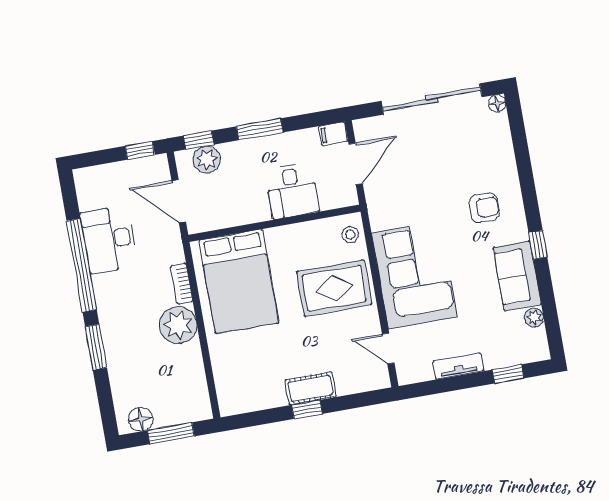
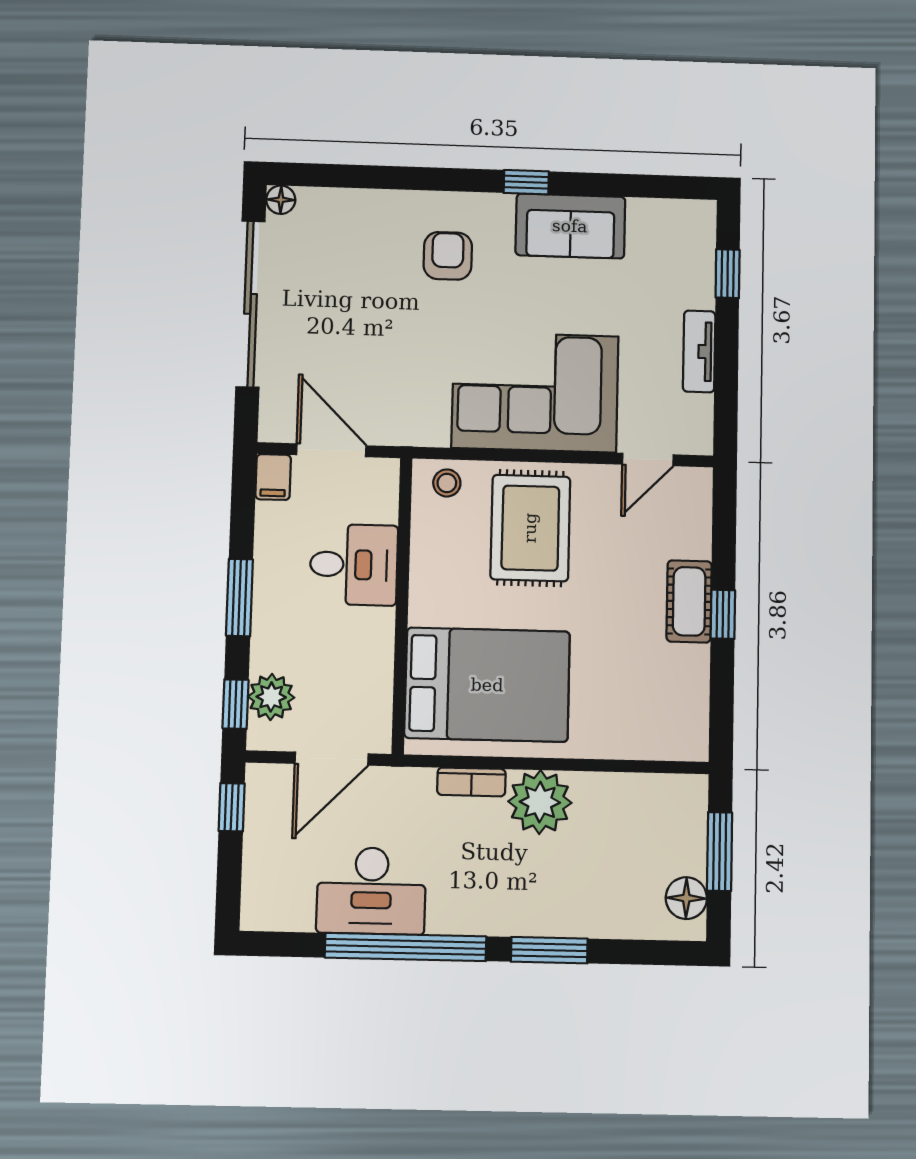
plant: (534, 318) -> (644, 213), removed

